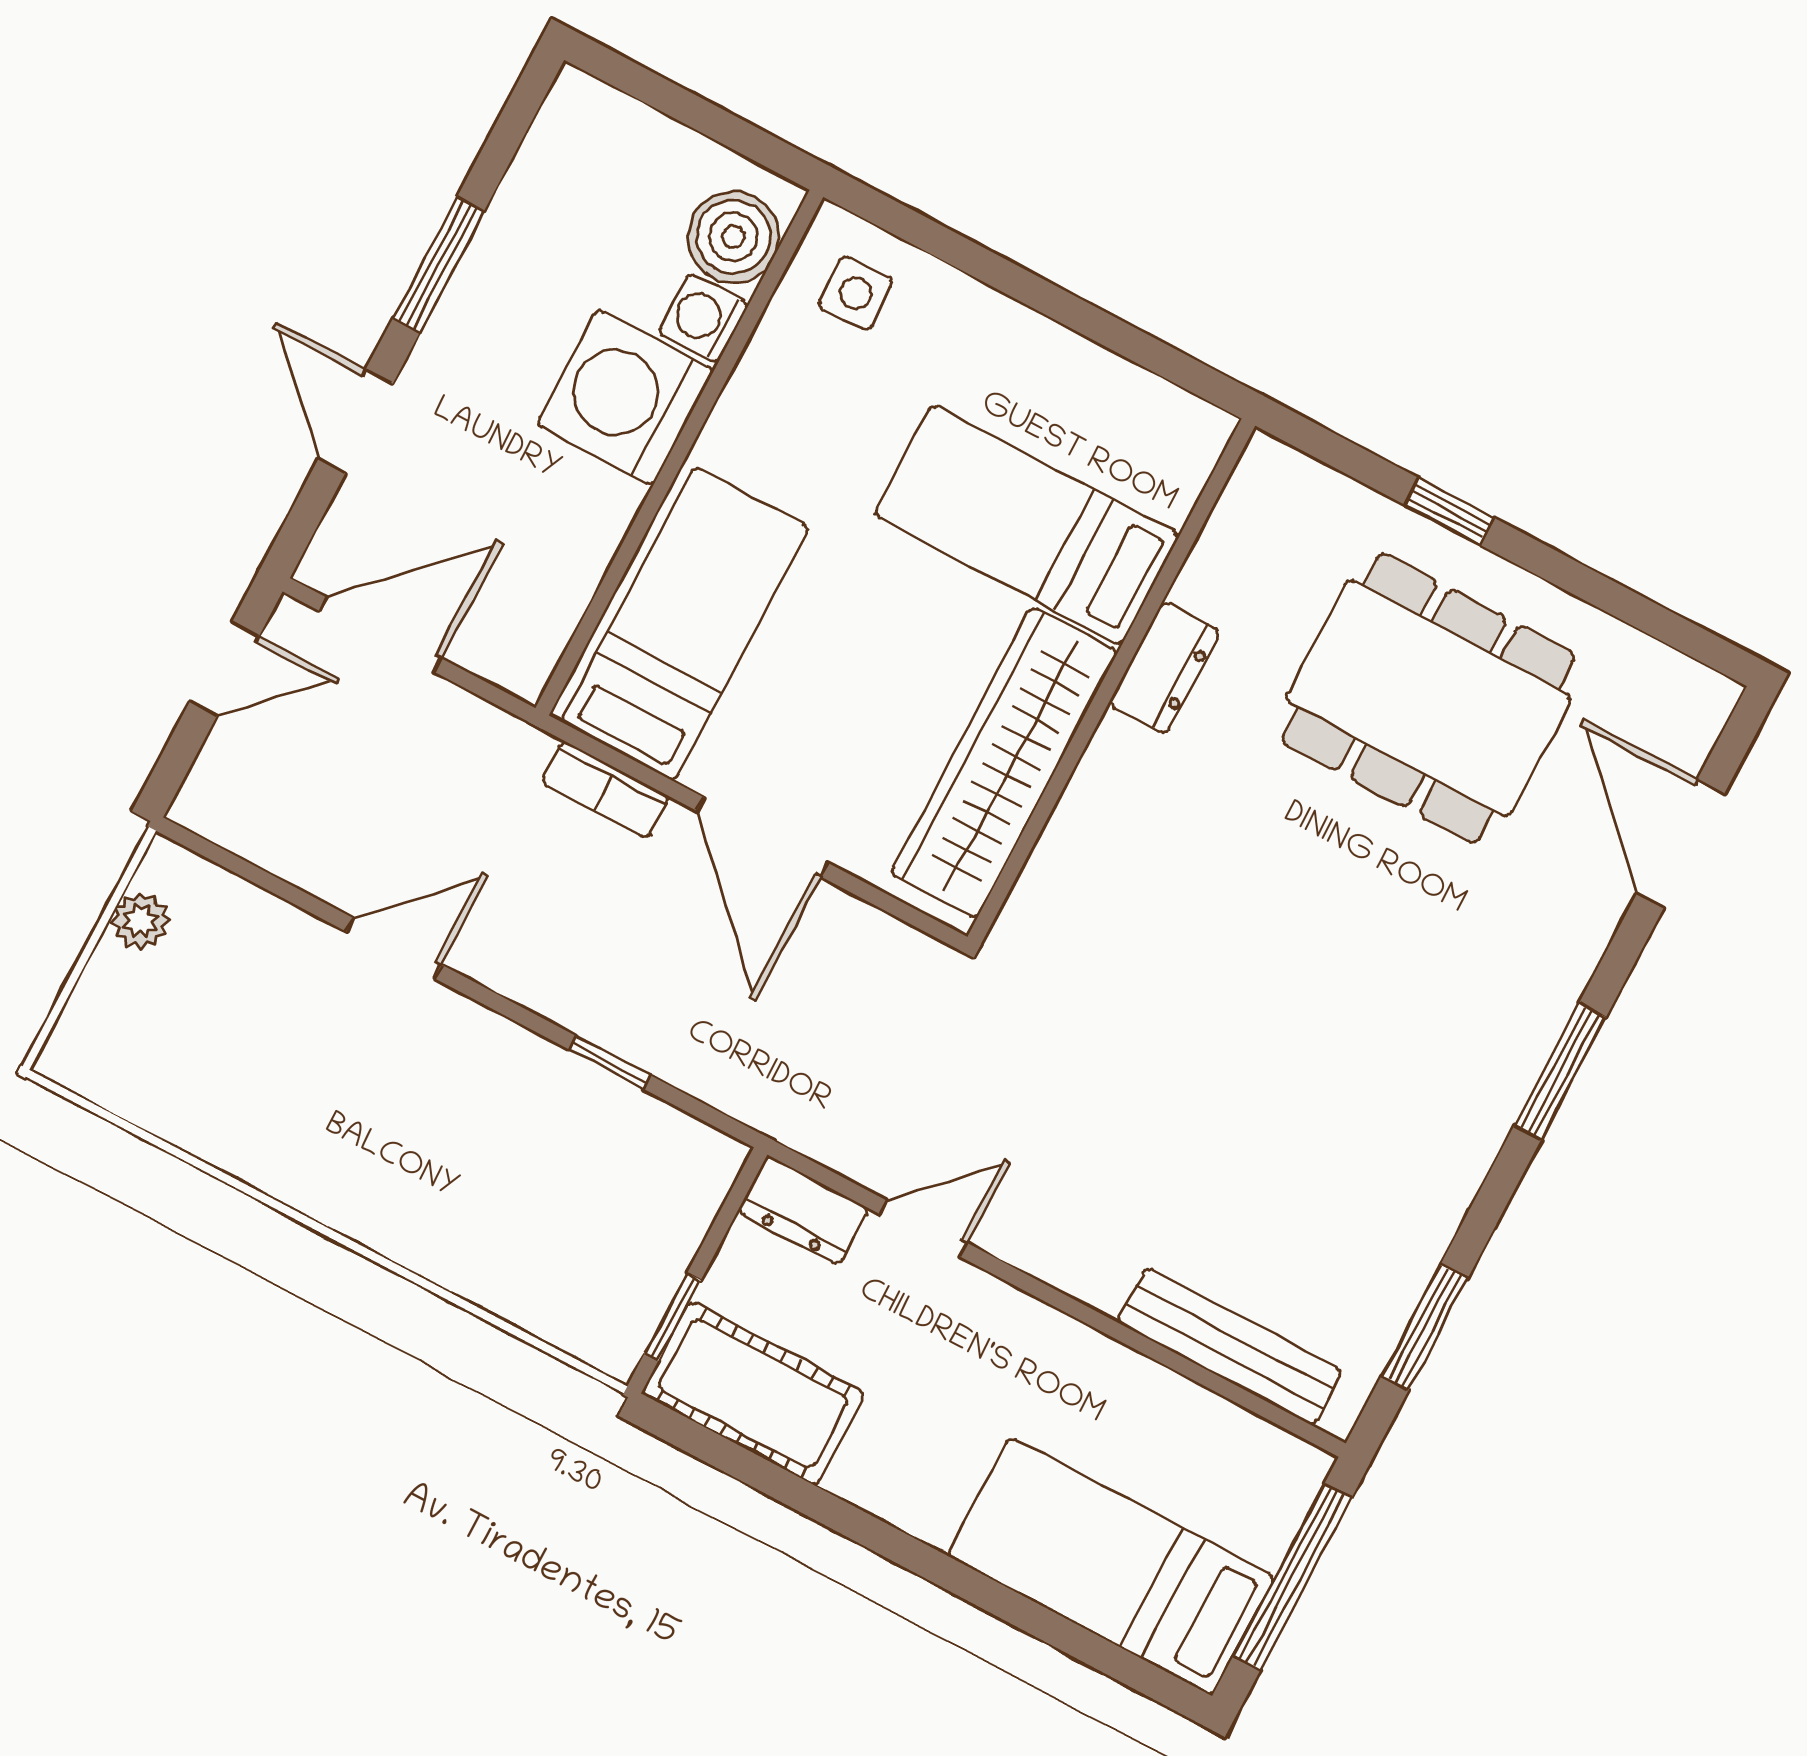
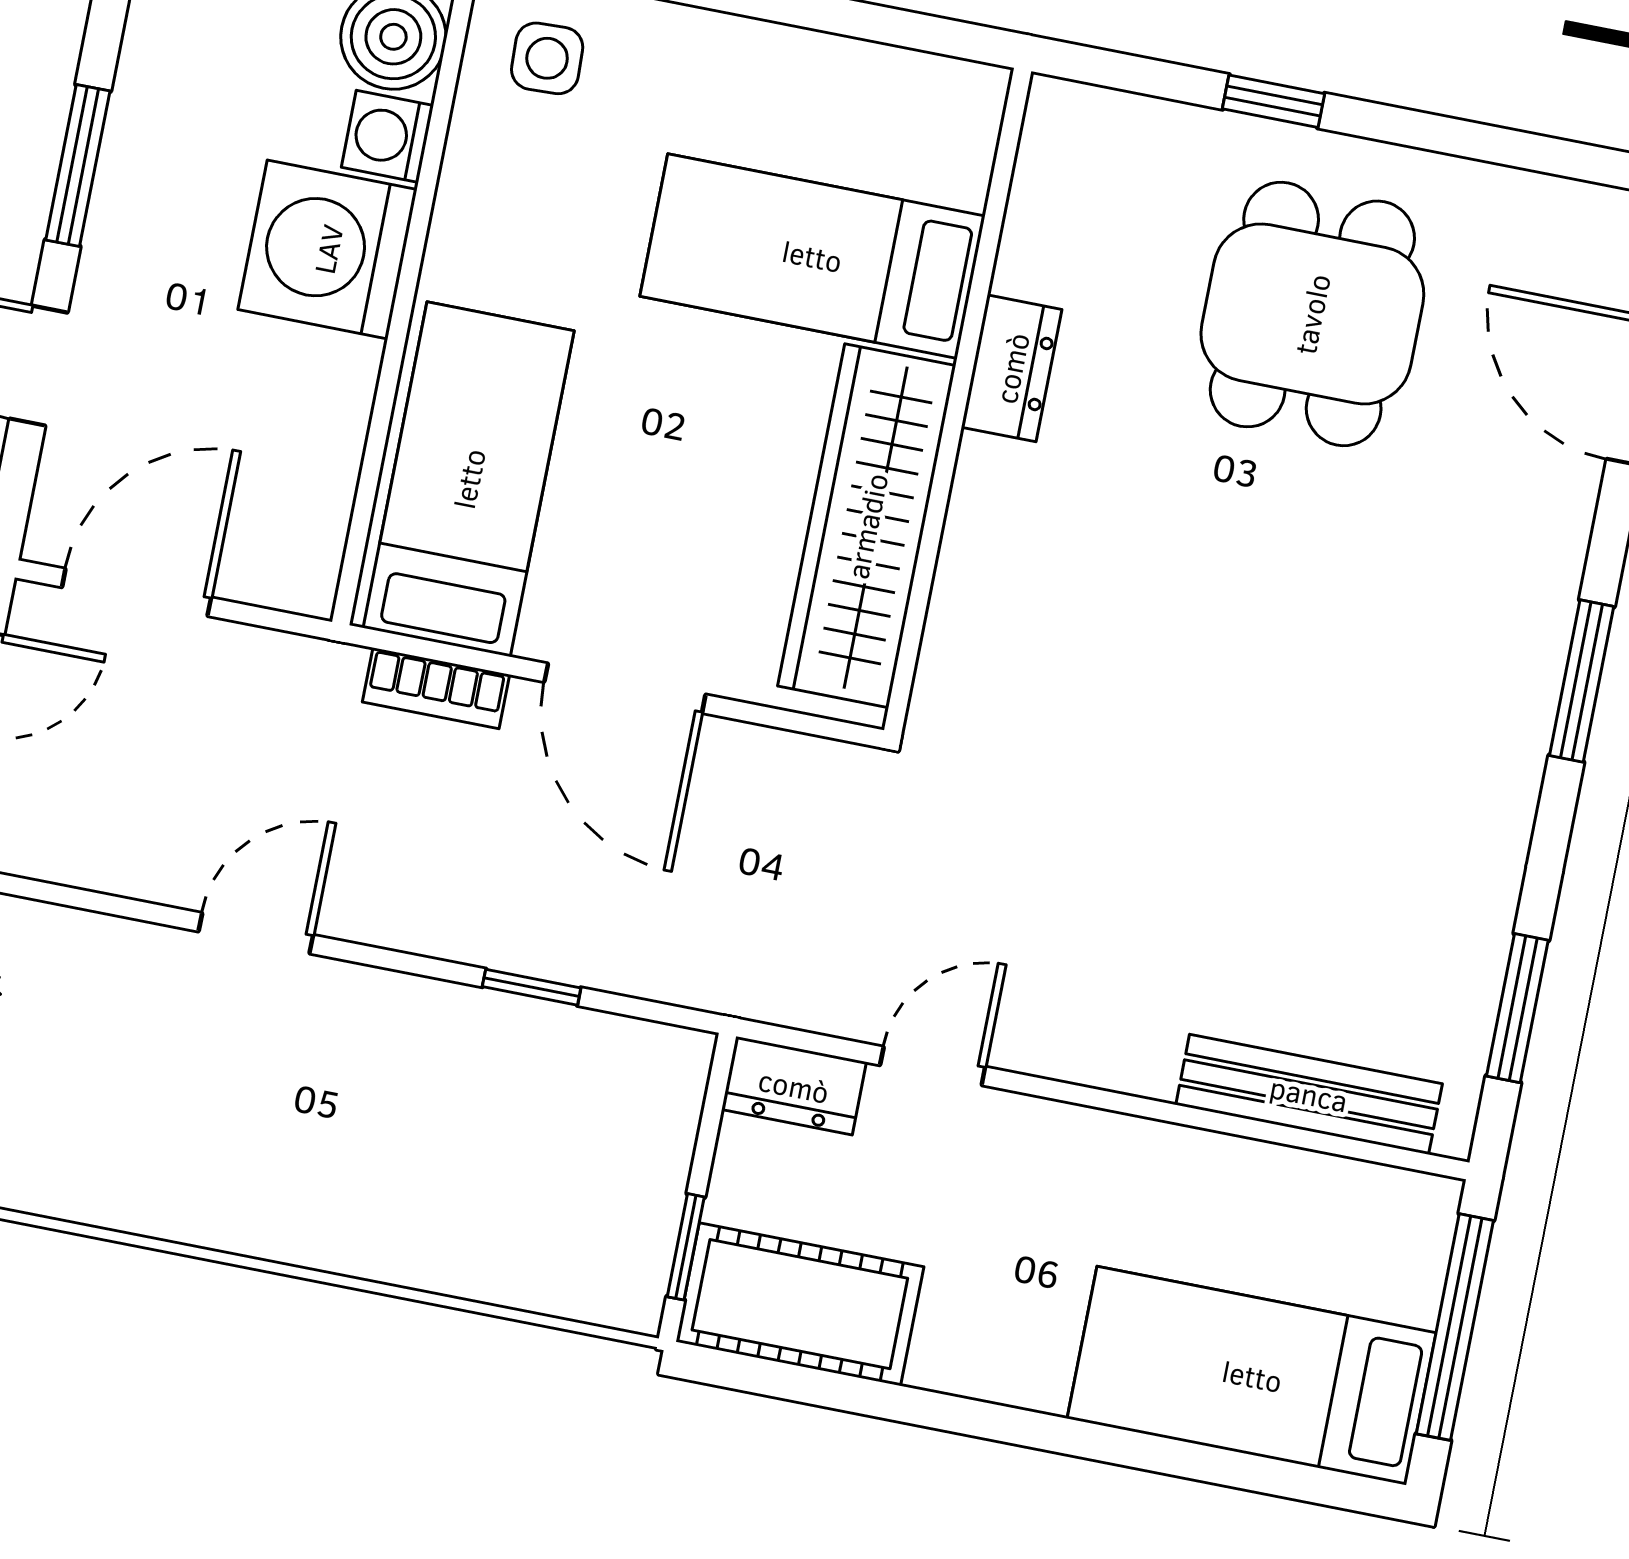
dining table: (1428, 698) -> (1312, 314), width x0.73

